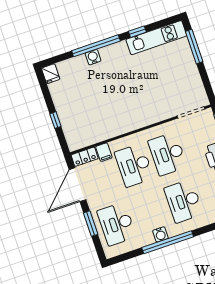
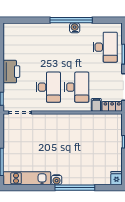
window: (137, 32) -> (40, 188), removed
water cooler: (93, 57) -> (57, 180), moved
desk: (184, 201) -> (48, 47), removed

